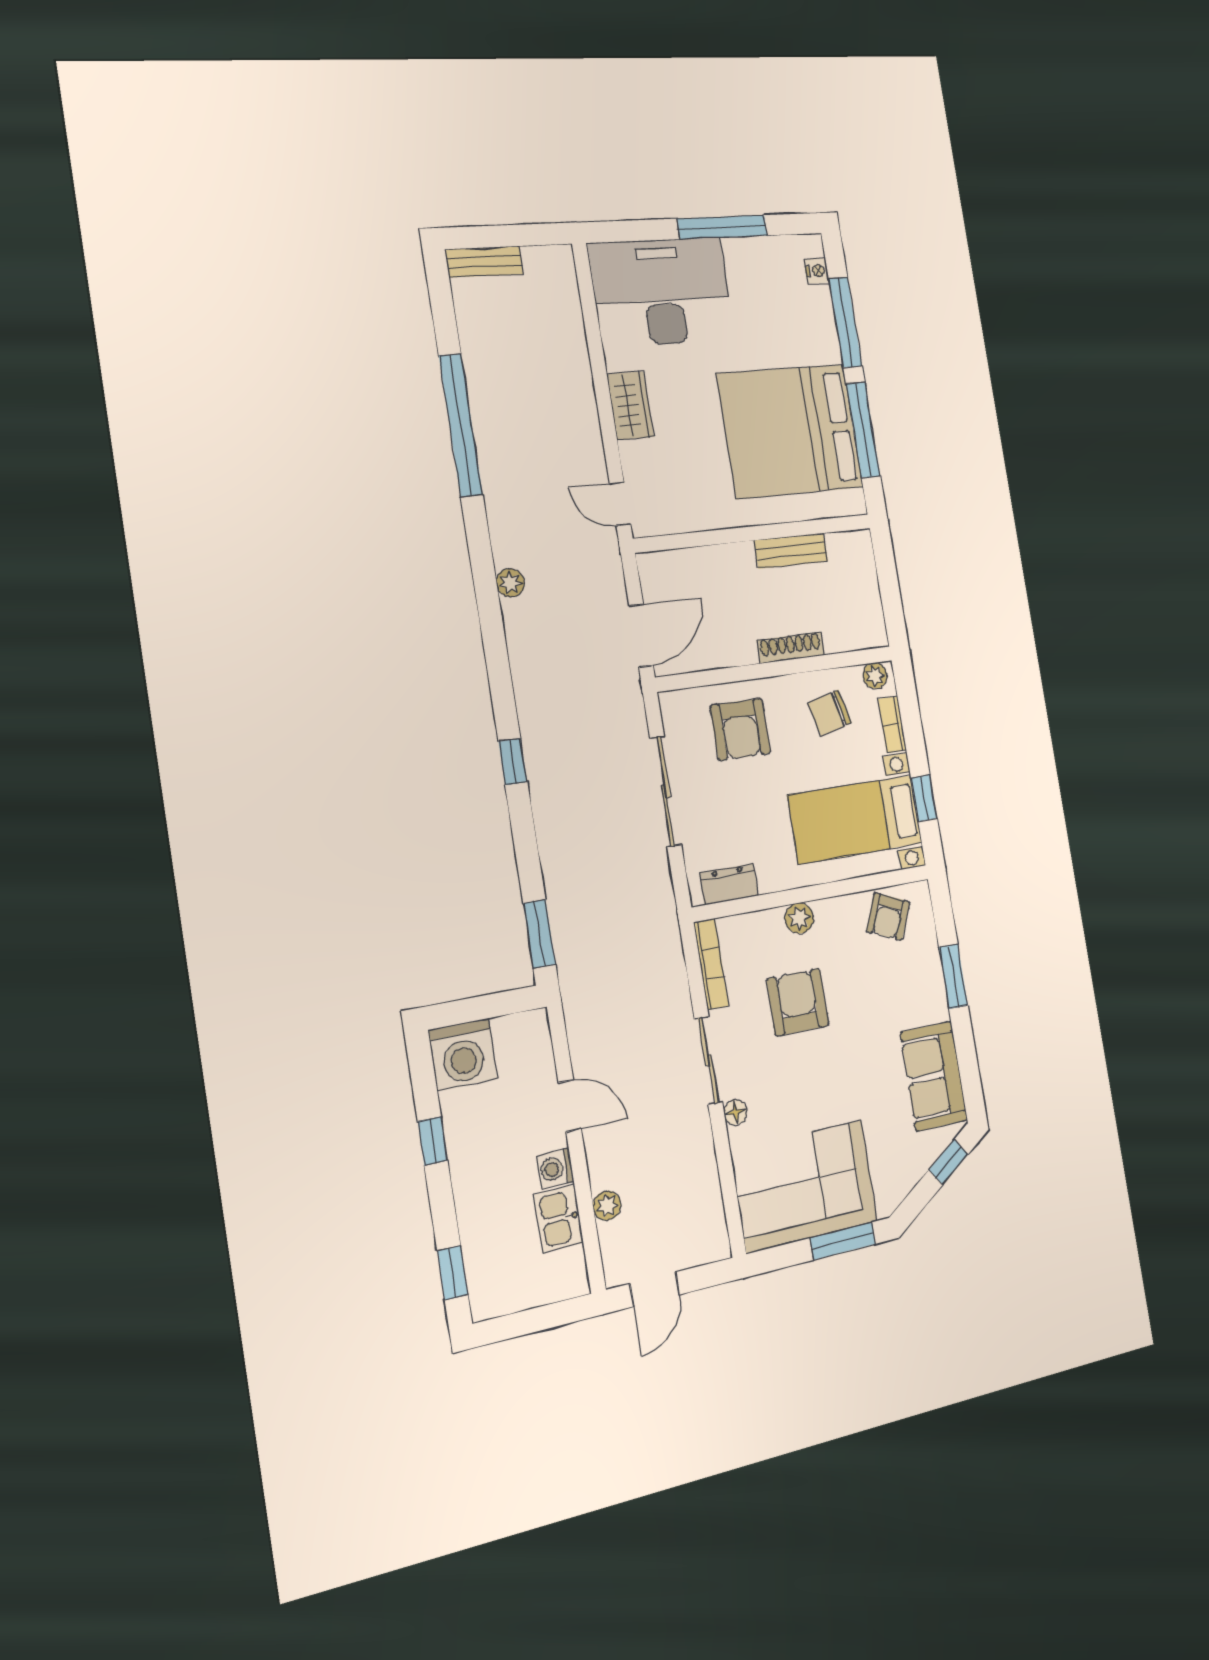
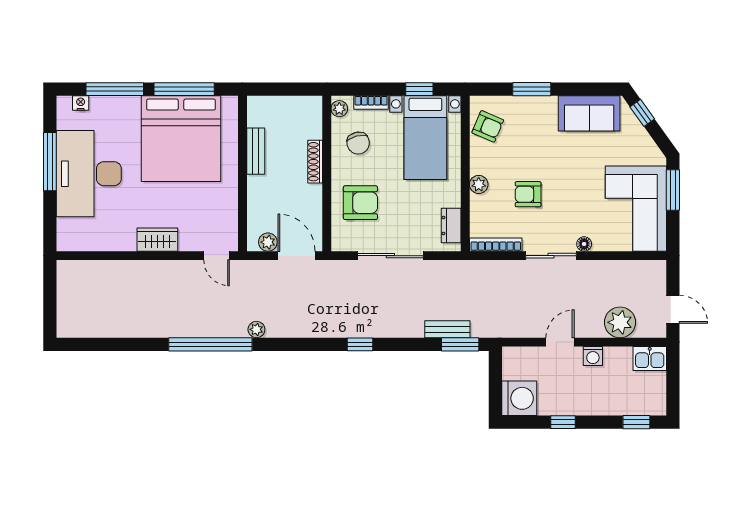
bench: (484, 262) -> (447, 329), moved, turned 90
desk: (662, 292) -> (89, 174), moved
window: (461, 425) -> (210, 344), moved
door: (620, 504) -> (217, 256), hinge flipped
plant: (655, 586) -> (268, 242), added
armchair: (798, 1002) -> (528, 194), width x0.72, depth x0.72
plant: (607, 1206) -> (620, 322), width x1.88, depth x1.88
kitchen sink: (559, 1219) -> (650, 359), moved

